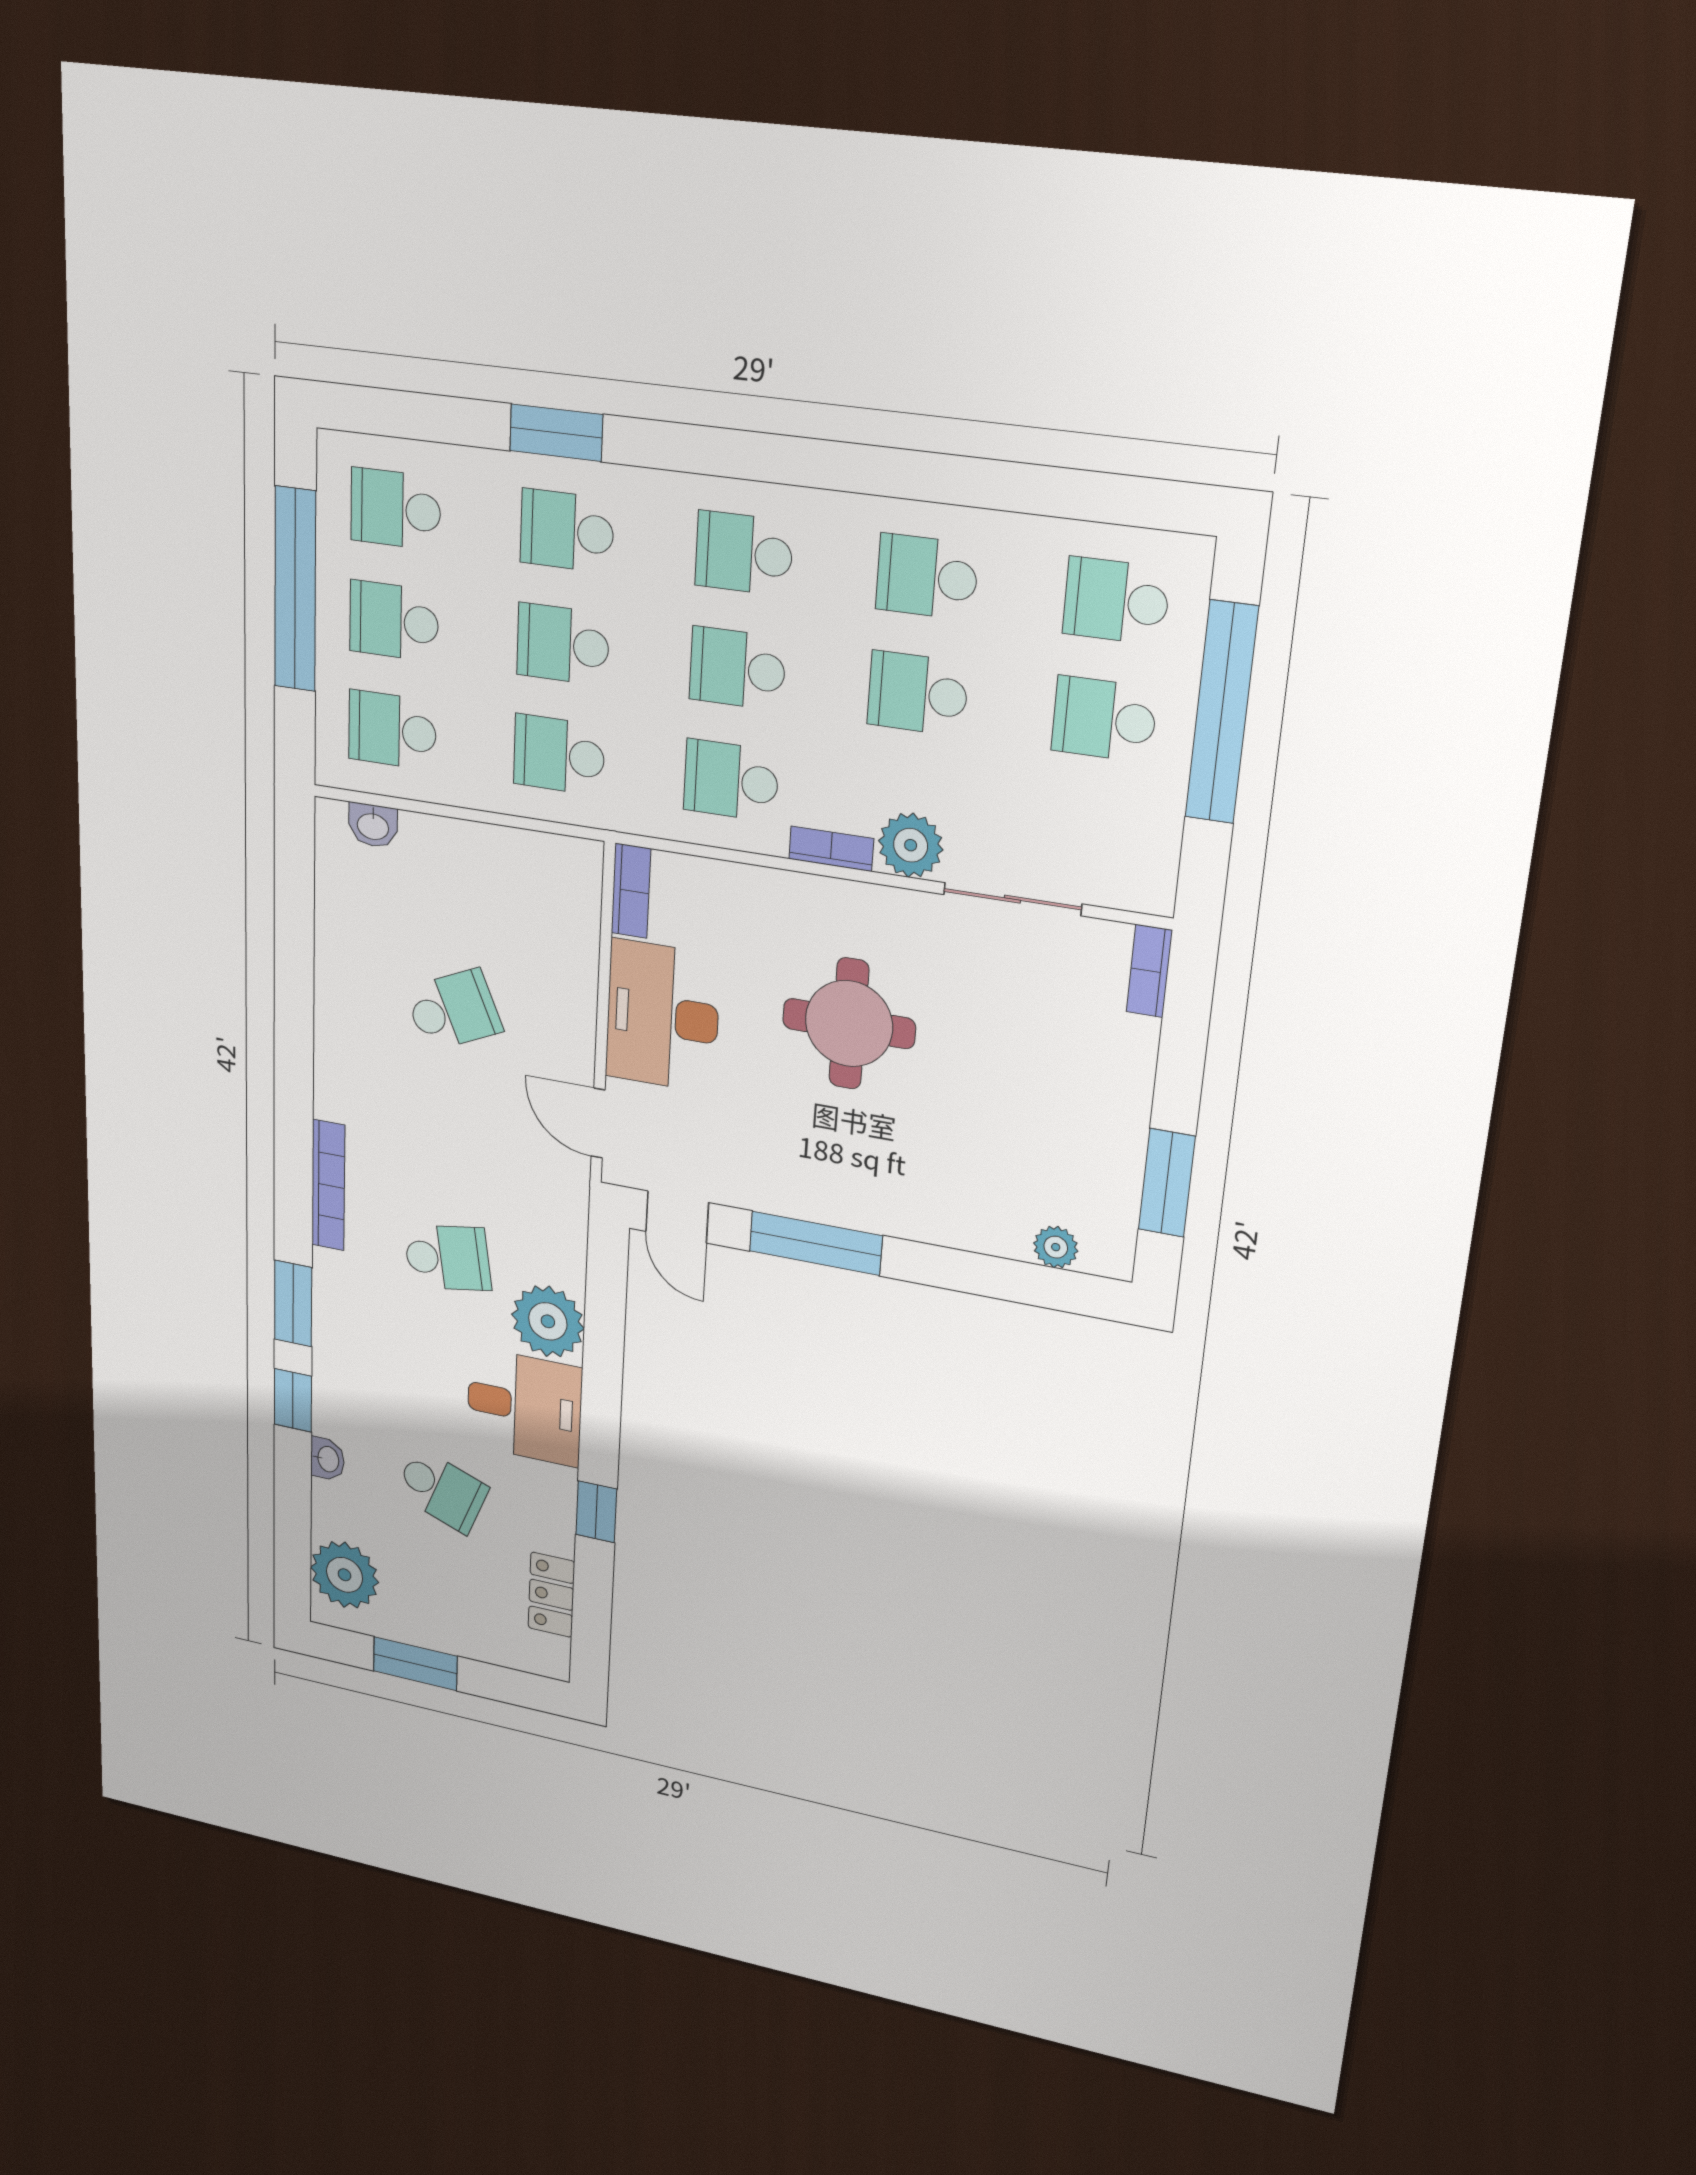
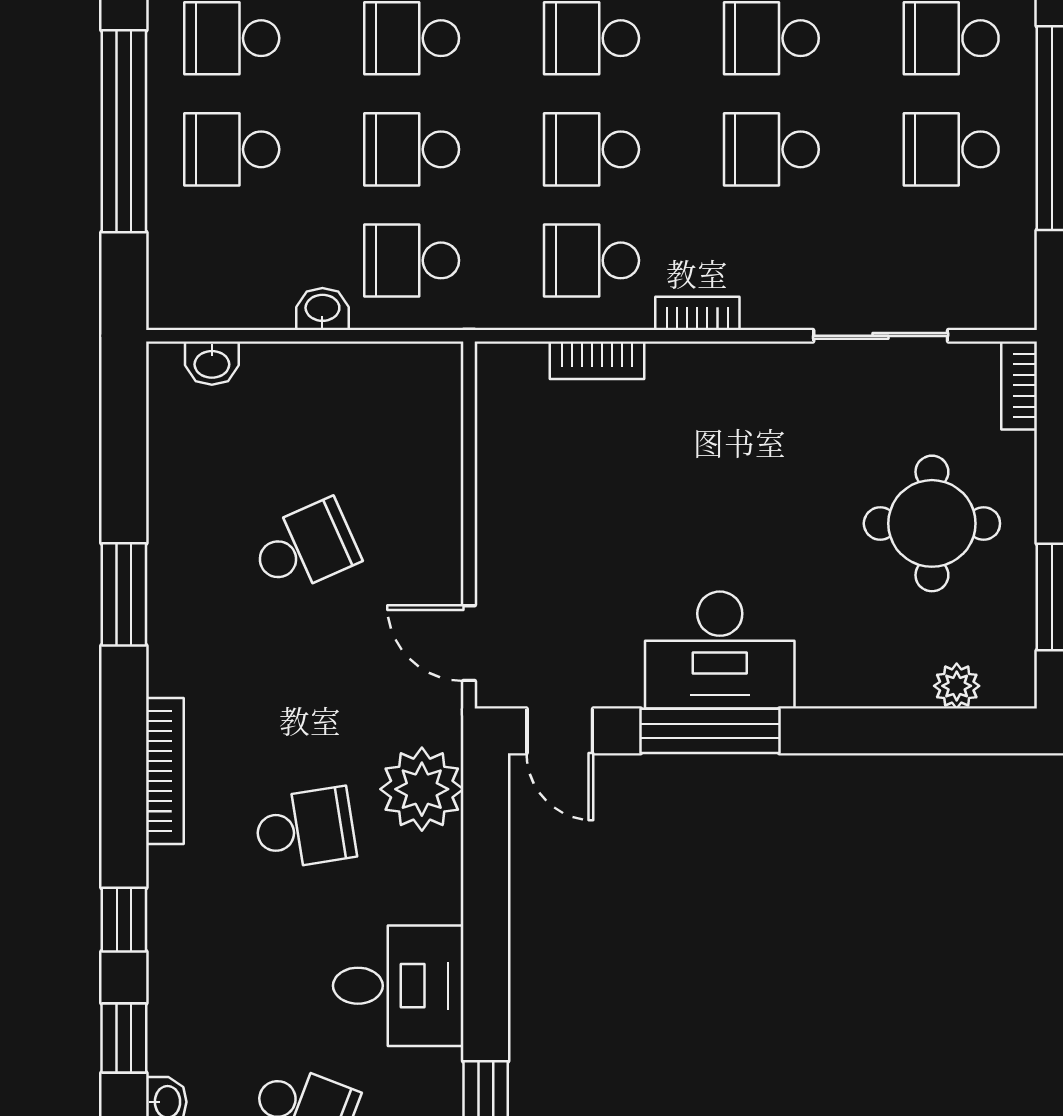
school desk: (392, 730) -> (232, 260), removed
washbasin: (475, 790) -> (322, 309), added
plant: (911, 845) -> (776, 298), removed
bookcase: (631, 891) -> (597, 360), moved, turned 90
desk: (663, 1016) -> (720, 650), moved, turned -90
window: (294, 1024) -> (124, 594), added
round table: (849, 1024) -> (932, 523), moved
window: (293, 1303) -> (124, 920), width x0.67
plant: (548, 1321) -> (422, 789), moved

